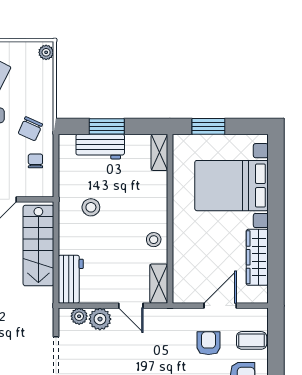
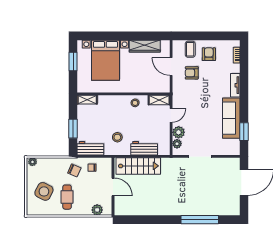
window: (208, 126) -> (73, 61), moved
workbench: (100, 147) -> (90, 148), moved, turned -90
workbench: (71, 279) -> (144, 148), moved

